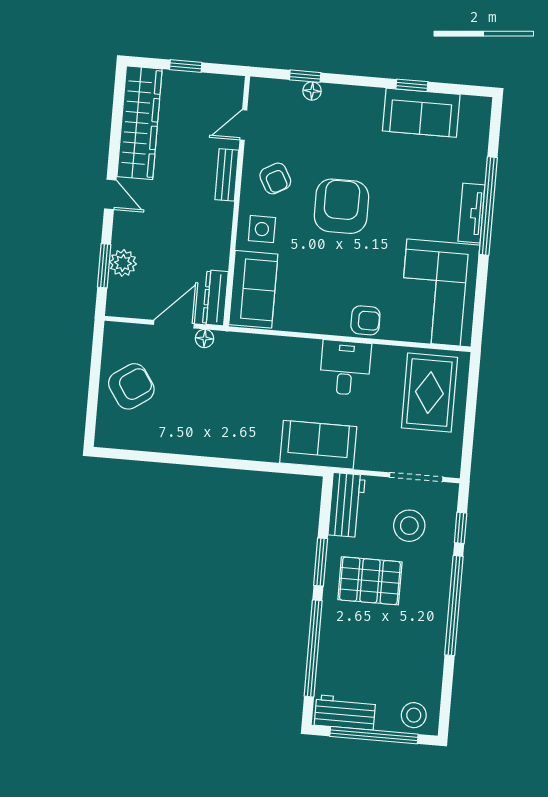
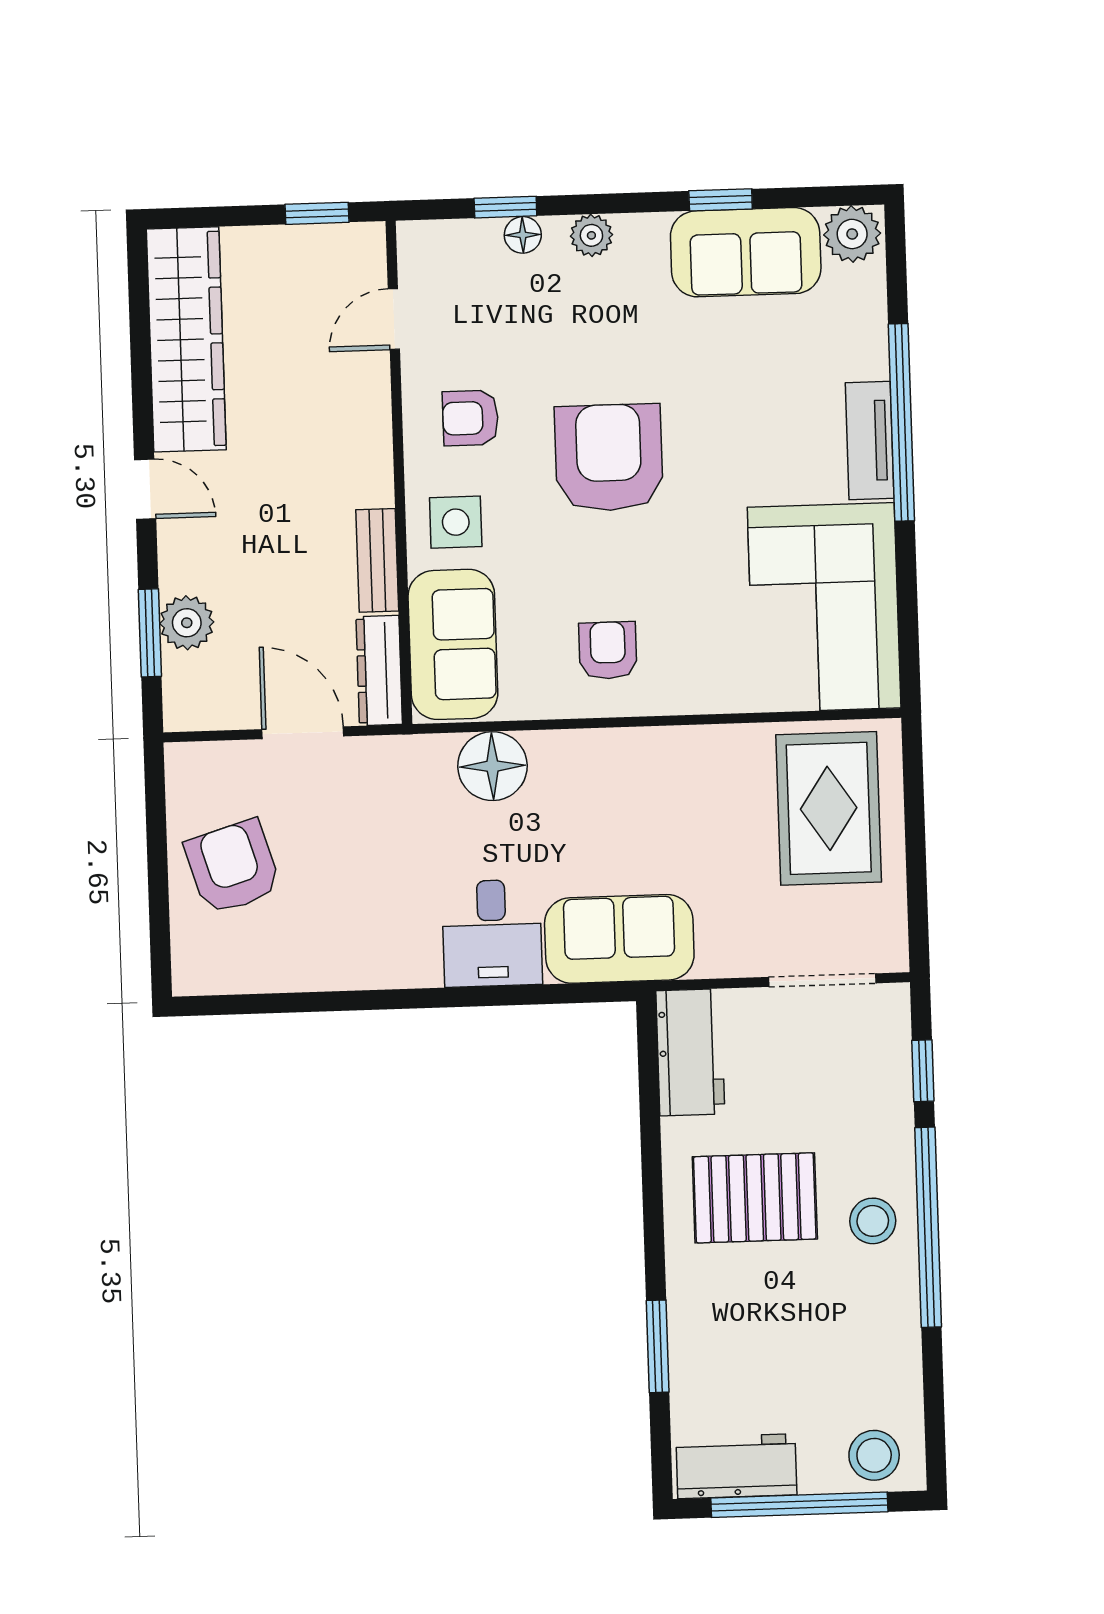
window: (186, 66) -> (317, 213), moved
plant: (346, 95) -> (591, 235), added
plant: (475, 110) -> (852, 234), added
bench: (227, 175) -> (377, 560), moved
armchair: (275, 178) -> (470, 418), turned 119
armchair: (365, 320) -> (608, 650), moved, turned -90
door: (174, 324) -> (303, 733), hinge flipped
floor lamp: (205, 338) -> (492, 766), moved, width x1.89, depth x1.89
desk: (345, 368) -> (492, 933), moved, turned 180
armchair: (131, 386) -> (233, 867), turned -73
stool: (409, 526) -> (873, 1221), moved, width x0.73, depth x0.73
window: (321, 562) -> (652, 1172), removed
window: (313, 648) -> (658, 1346), width x0.47

